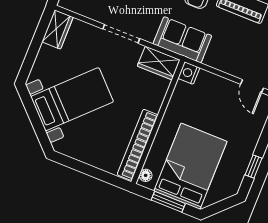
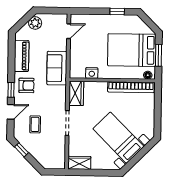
sofa: (182, 40) -> (57, 68), moved
nightstand: (189, 73) -> (92, 73), moved

